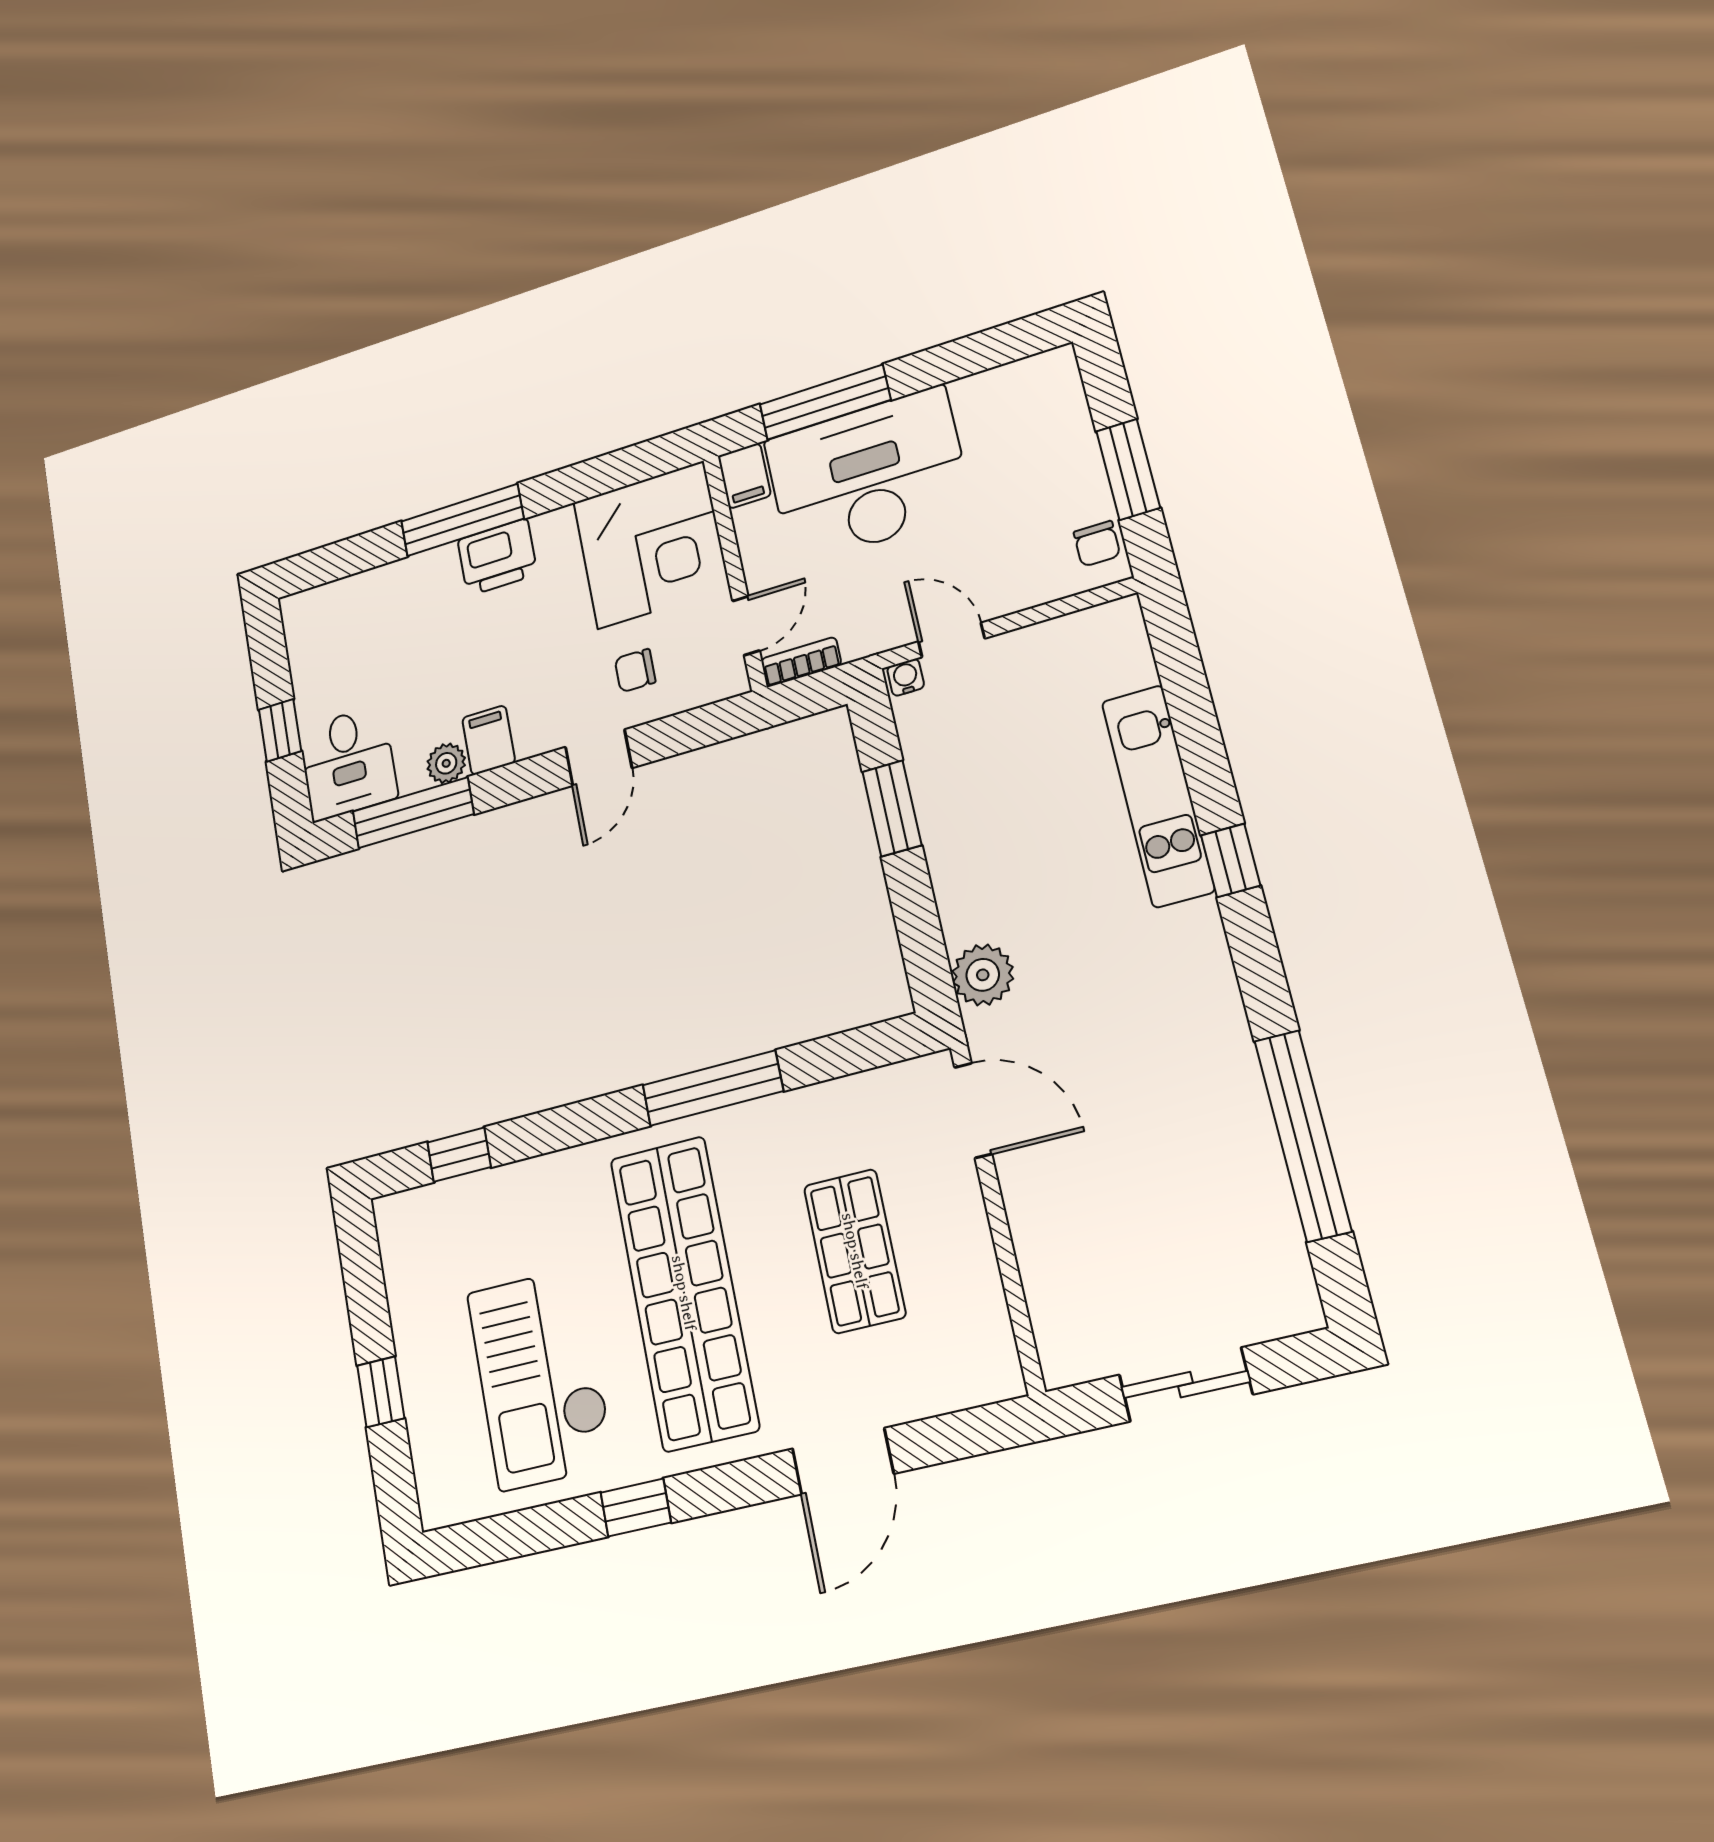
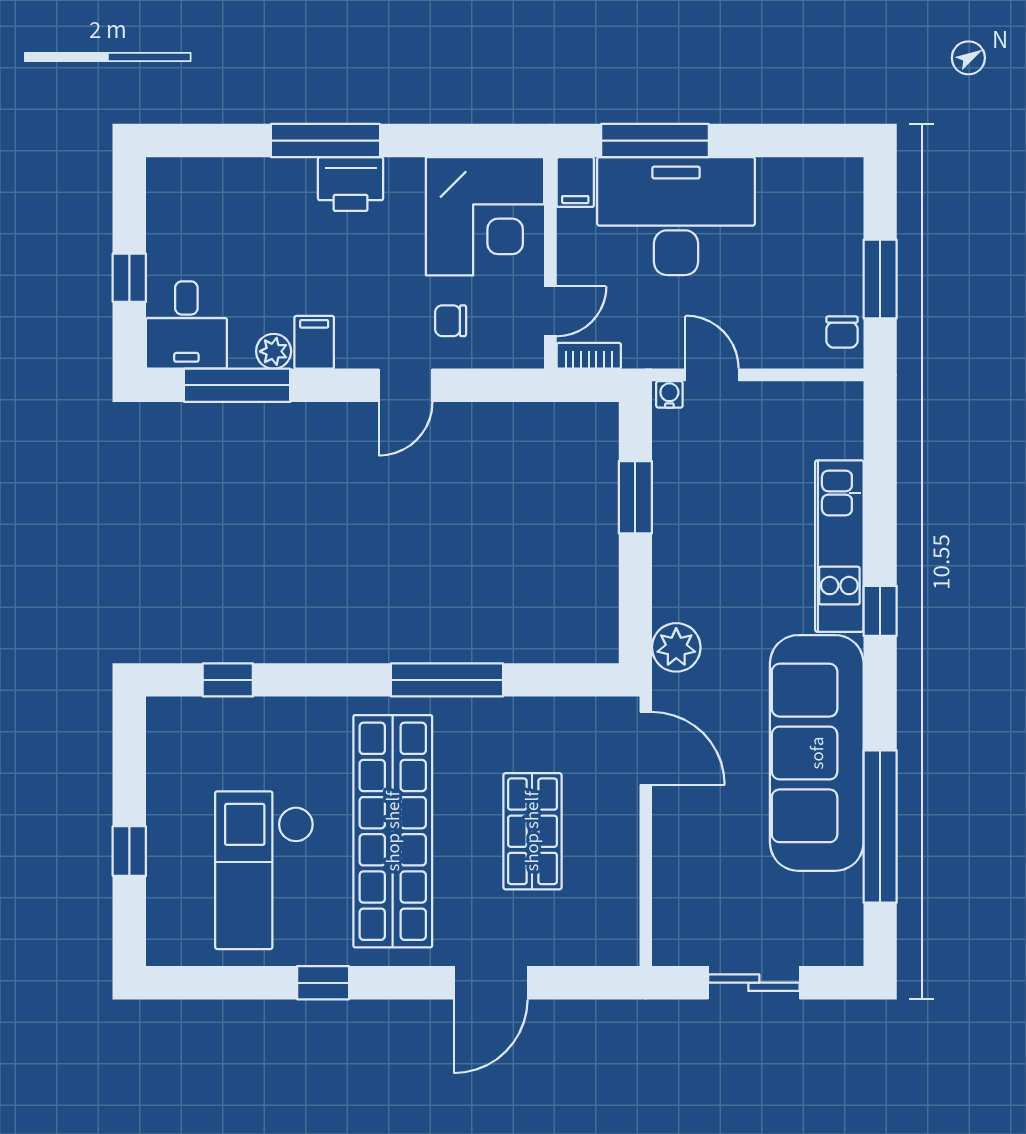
sofa: (1194, 1061) -> (817, 753), added

